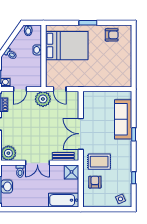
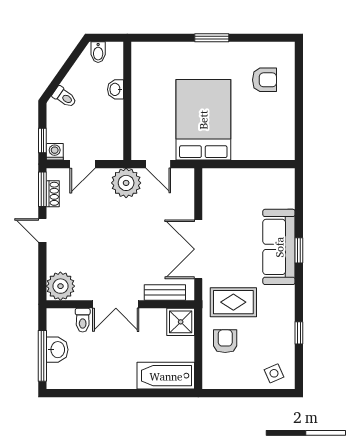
armchair: (112, 35) -> (265, 80), moved
bed: (67, 46) -> (203, 120), moved, turned -90
sofa: (123, 119) -> (279, 247), moved

